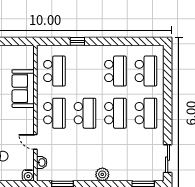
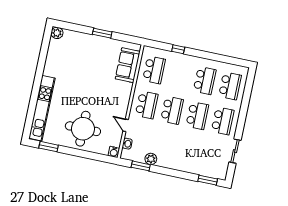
sofa: (23, 89) -> (128, 65), moved
sliding door: (168, 159) -> (235, 151), moved
plant: (102, 174) -> (151, 159), moved

